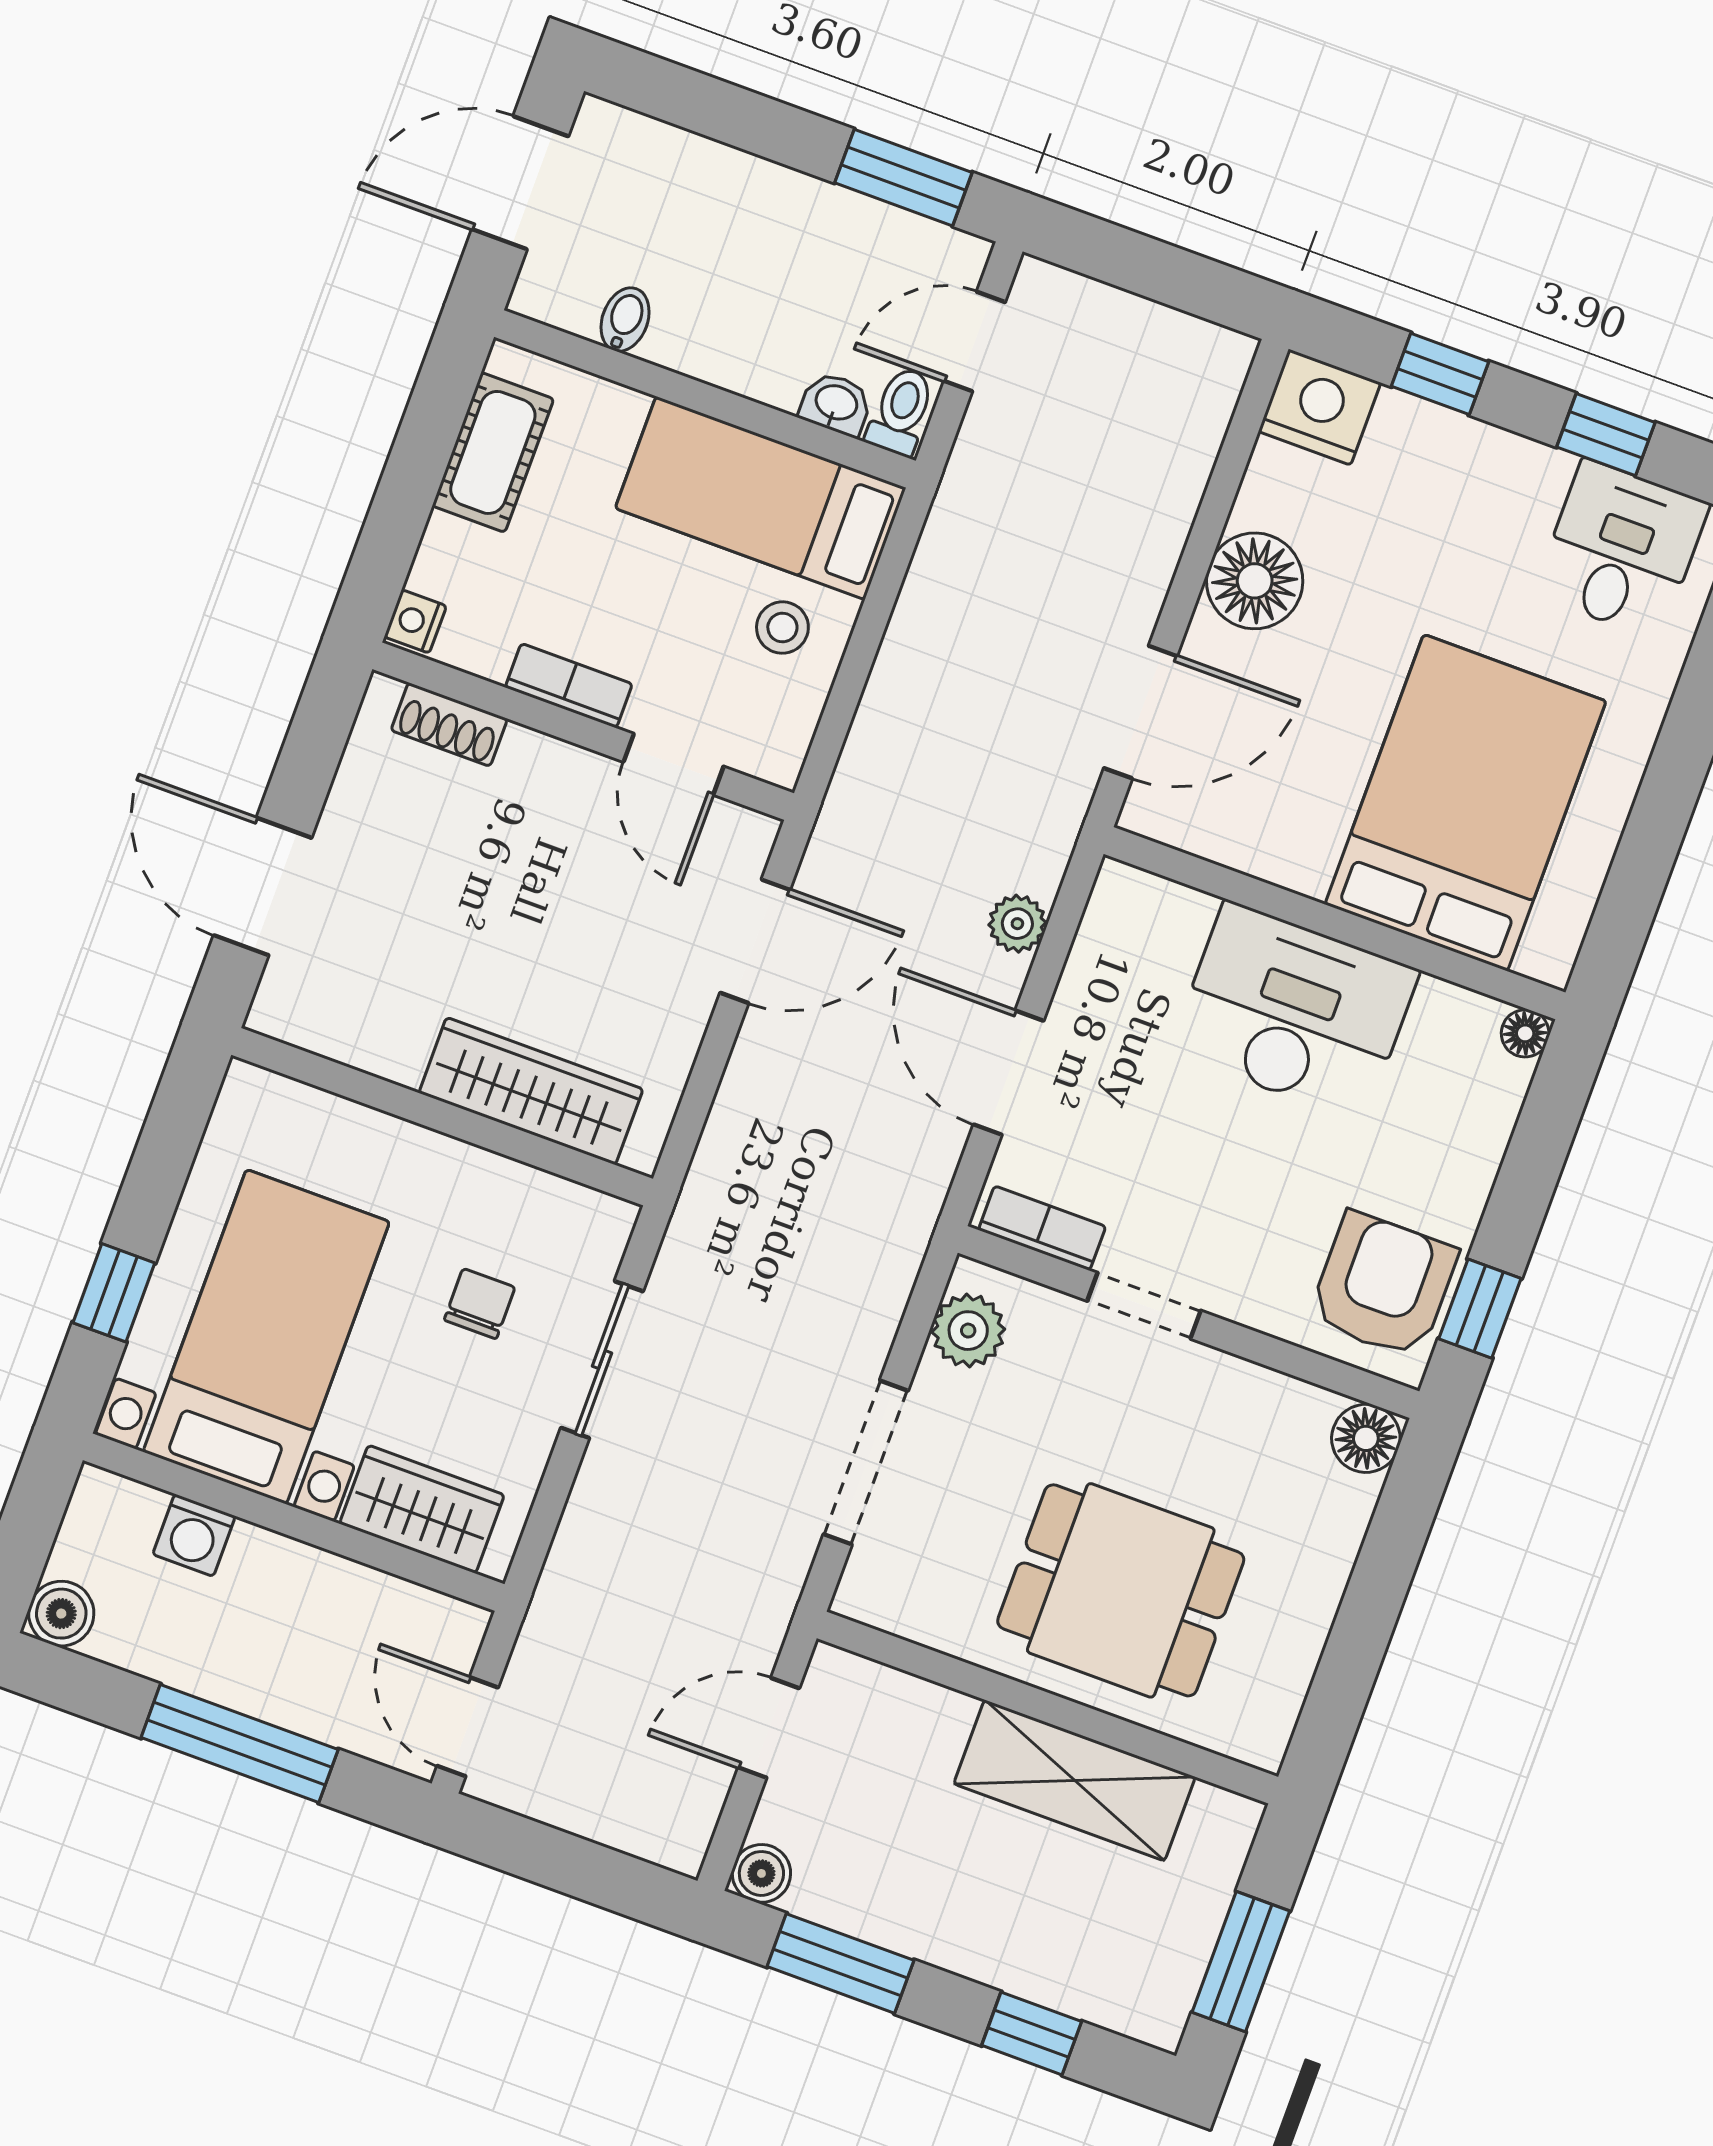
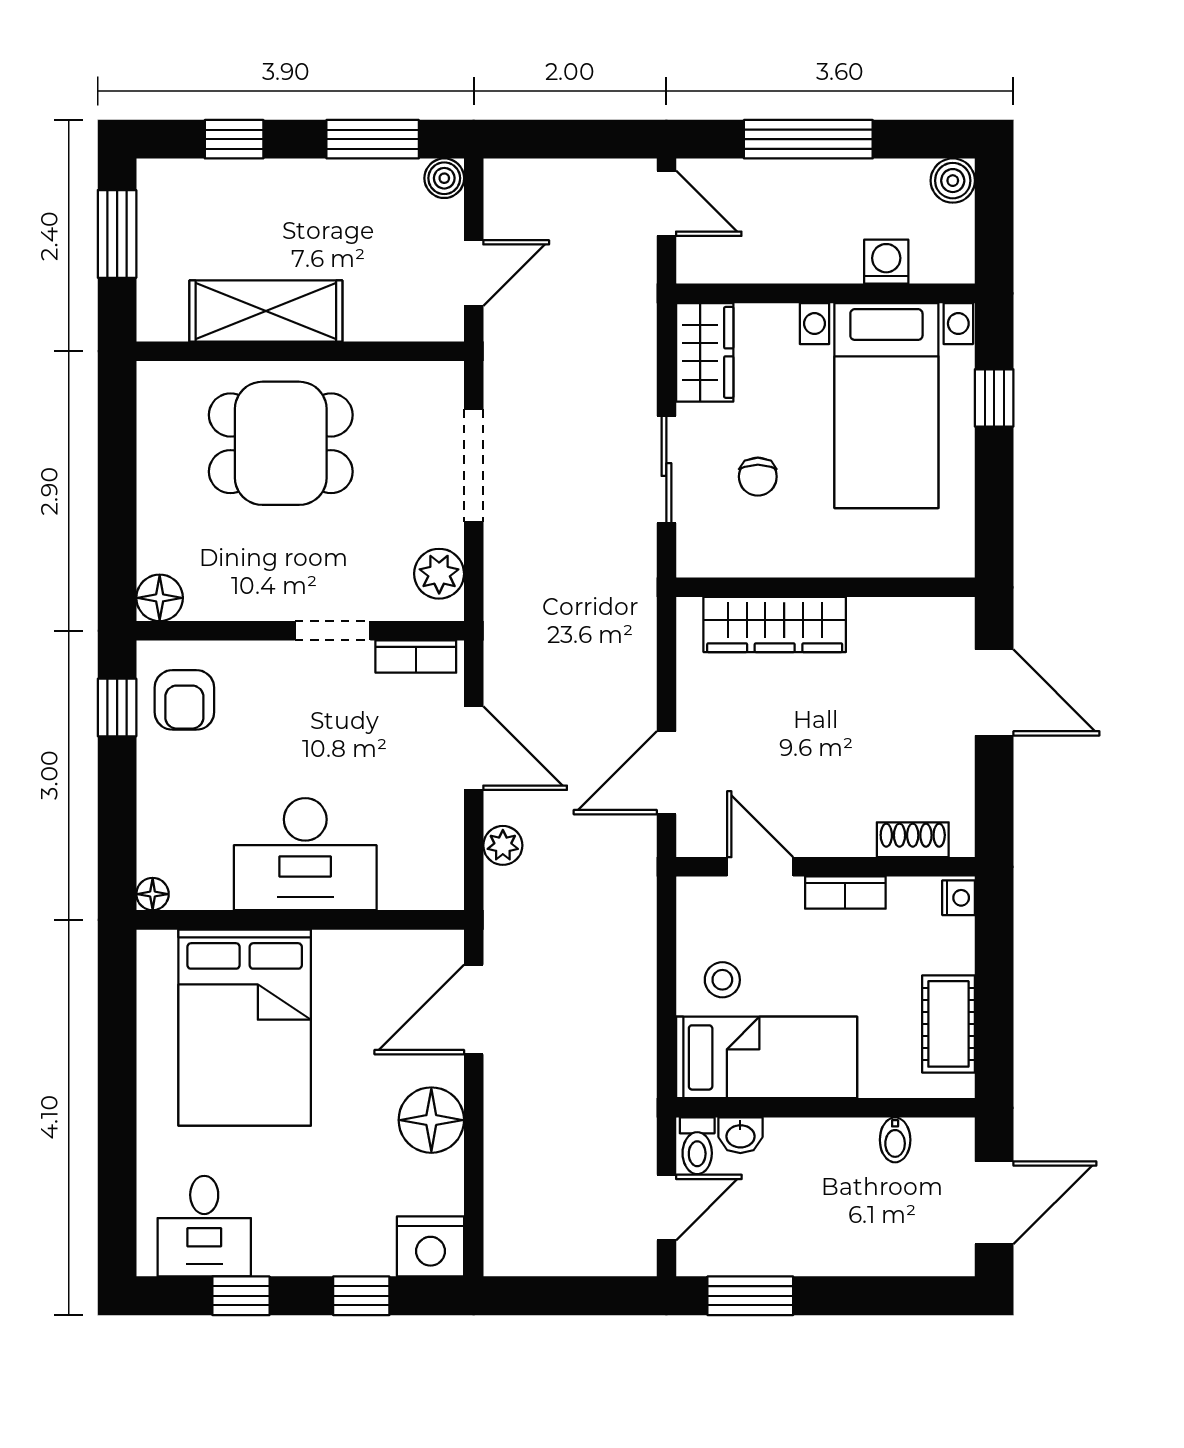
armchair: (1383, 1285) -> (184, 700), width x0.72, depth x0.72
wardrobe: (422, 1509) -> (705, 352), moved, turned -90

